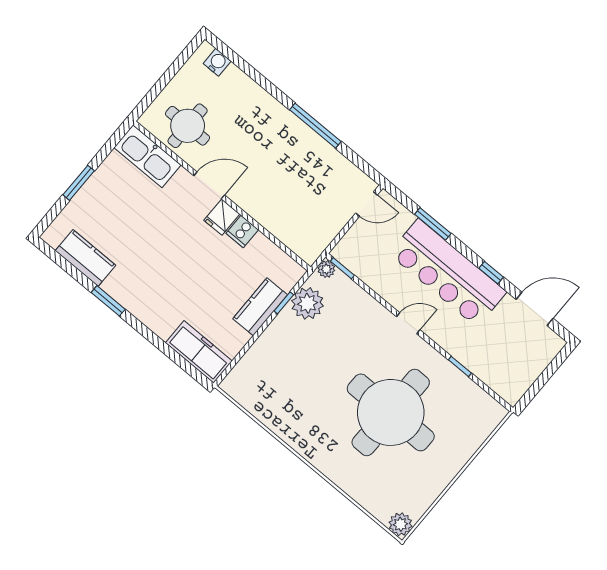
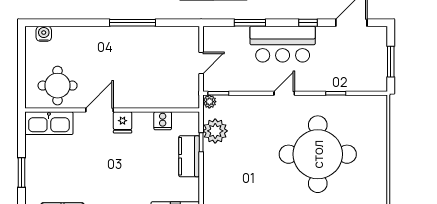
door: (367, 204) -> (201, 63), moved
cooker: (242, 231) -> (163, 121), moved
bar counter: (448, 273) -> (283, 44), width x0.73
window: (541, 381) -> (391, 62), added

